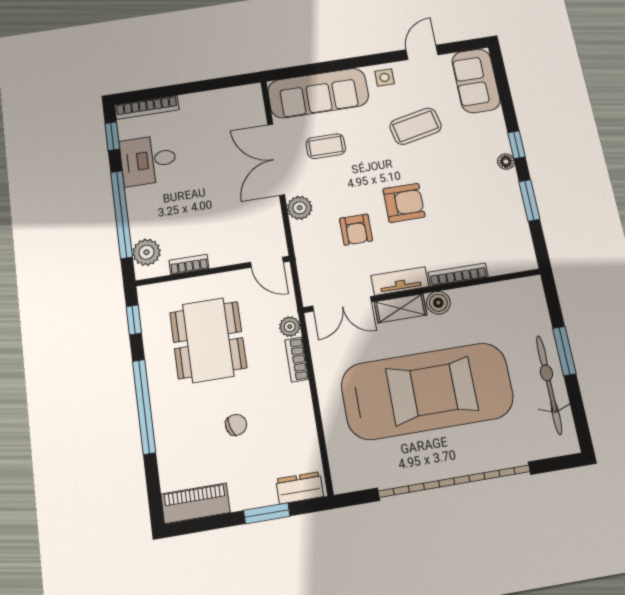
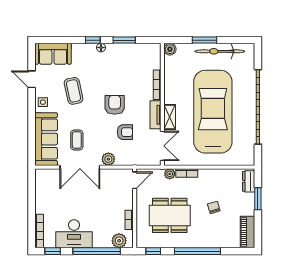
desk: (148, 160) -> (74, 234), width x1.37
boiler: (438, 303) -> (170, 49), moved

